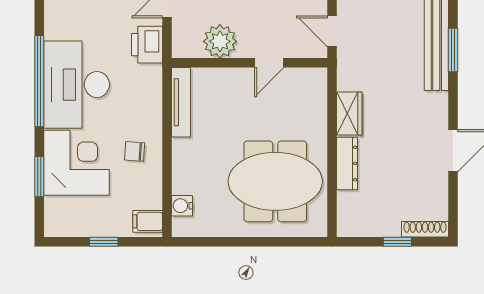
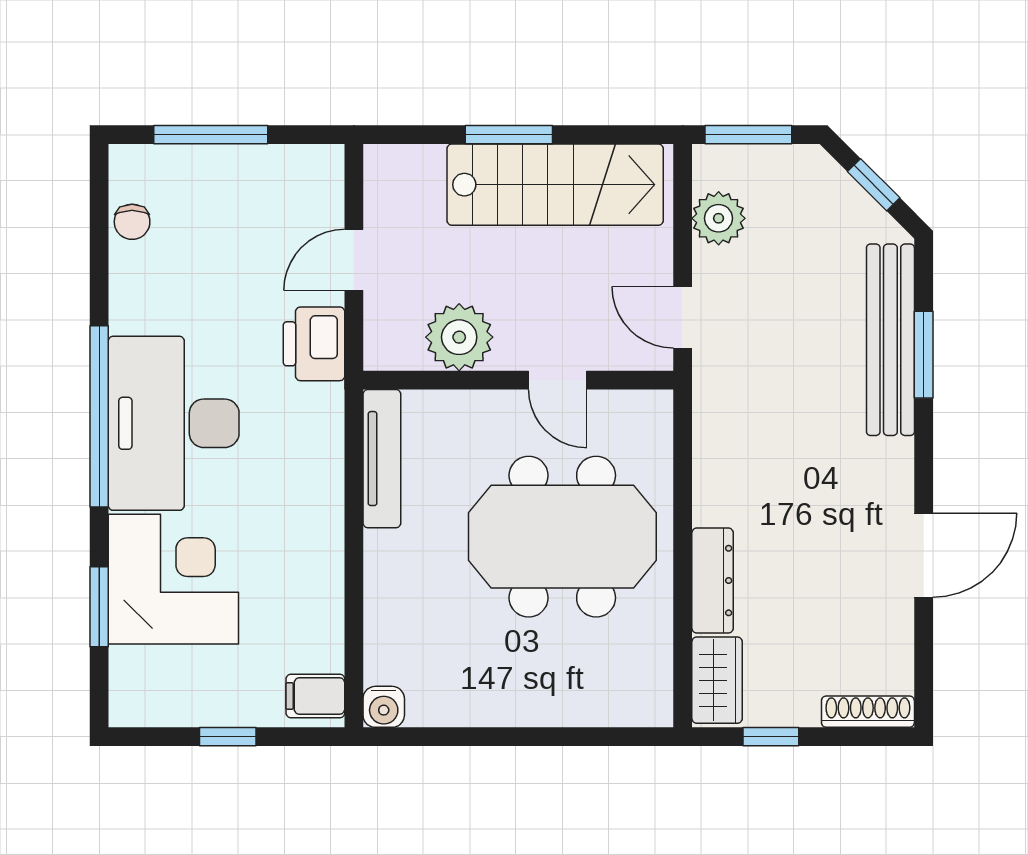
door: (269, 63) -> (558, 380), hinge flipped
wardrobe: (349, 113) -> (717, 680), moved
chair: (135, 151) -> (289, 557), removed
meeting table: (275, 181) -> (562, 537), moved
water cooler: (182, 206) -> (384, 707), moved, turned -90
window: (397, 242) -> (771, 737), moved

